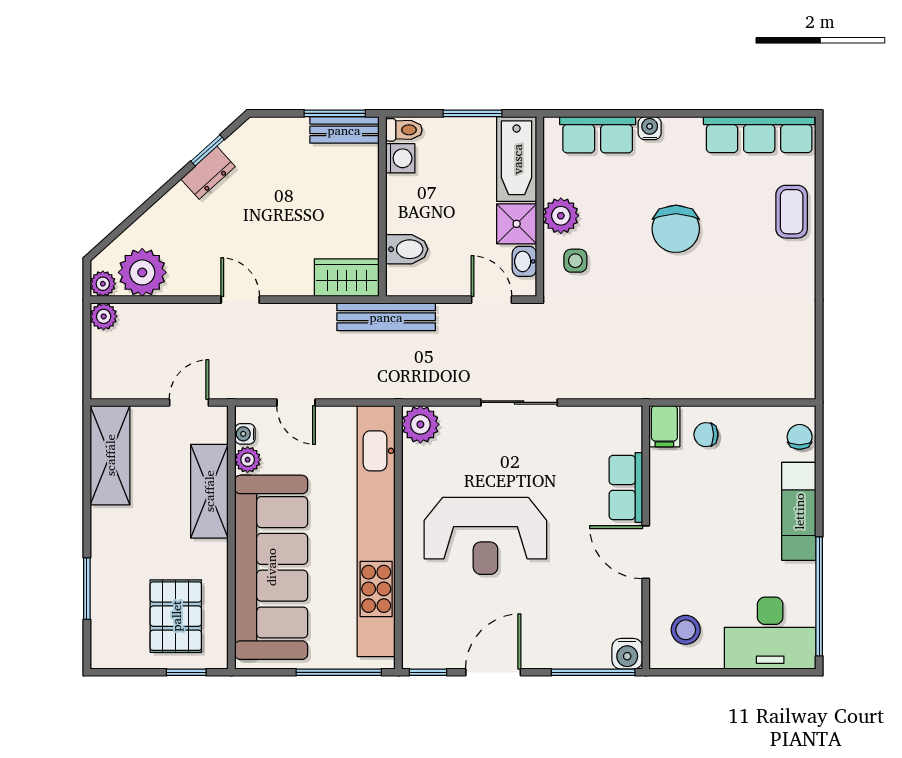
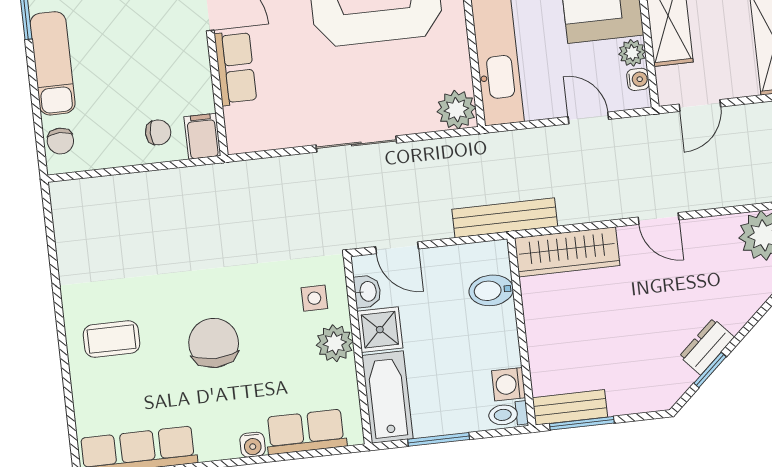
coffee table: (792, 212) -> (112, 339), moved, turned 90
wardrobe: (347, 278) -> (567, 252), width x1.50

